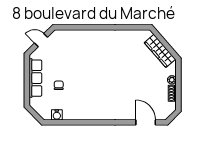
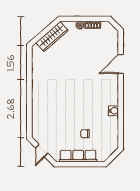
water cooler: (57, 115) -> (113, 111), moved
door: (146, 122) -> (121, 64), moved

